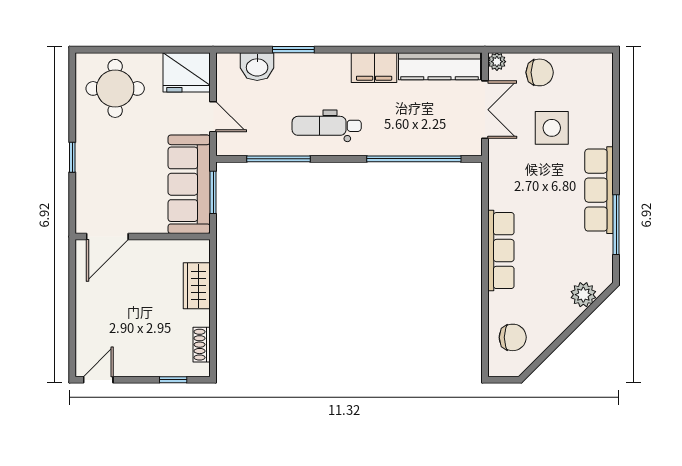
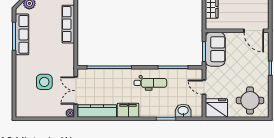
chair: (540, 72) -> (50, 108), removed
sofa: (189, 184) -> (215, 49), width x0.73
row of seats: (599, 190) -> (22, 34), moved
door: (107, 237) -> (254, 31), swing flipped

